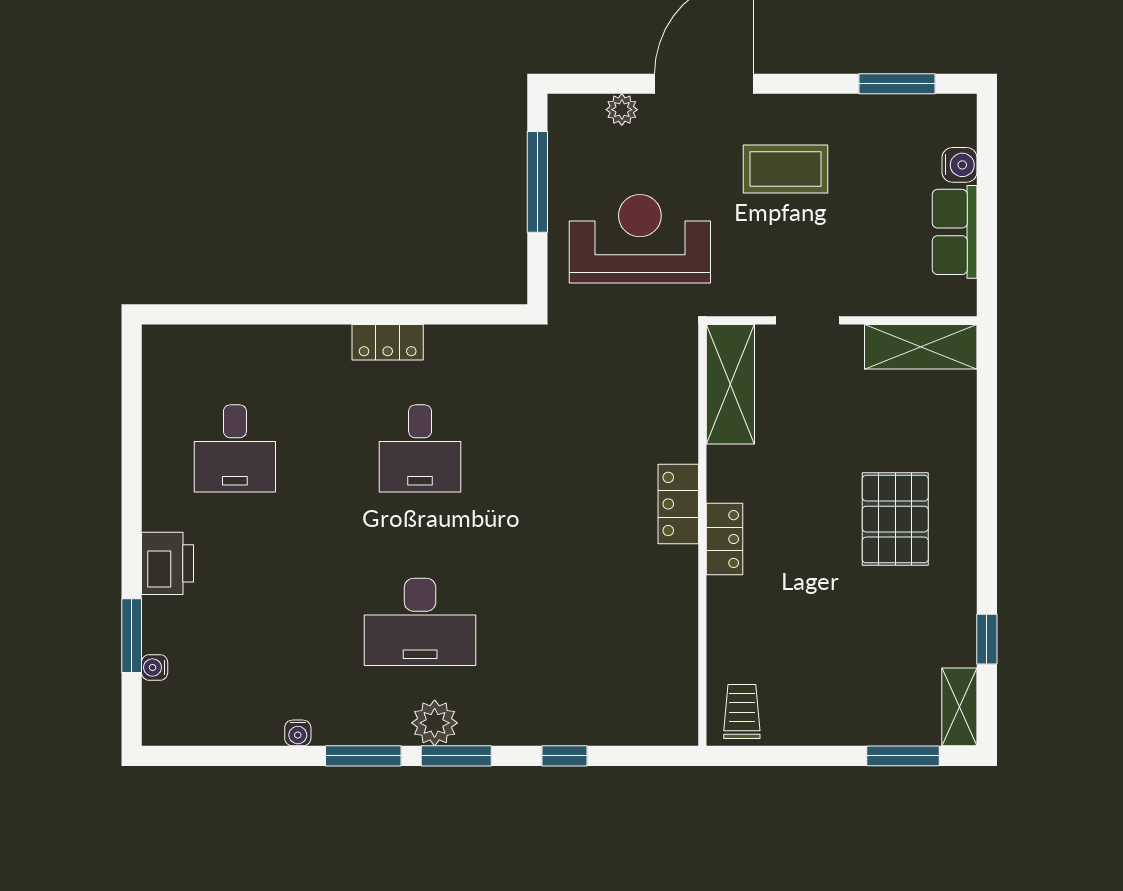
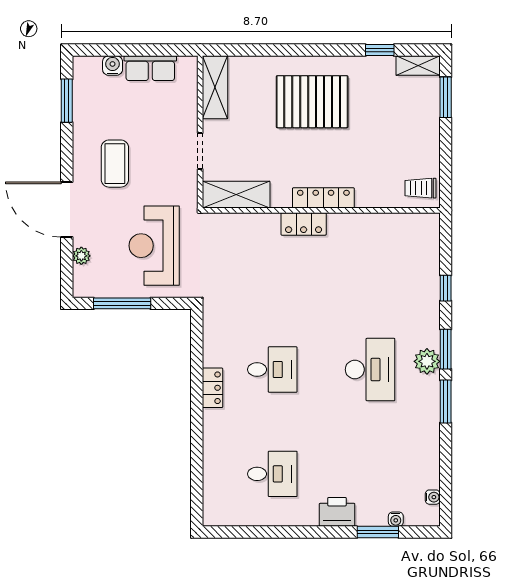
pallet: (895, 519) -> (312, 102), width x1.37, depth x1.41
locker: (725, 539) -> (323, 198), width x1.53
water cooler: (298, 733) -> (433, 497), moved

